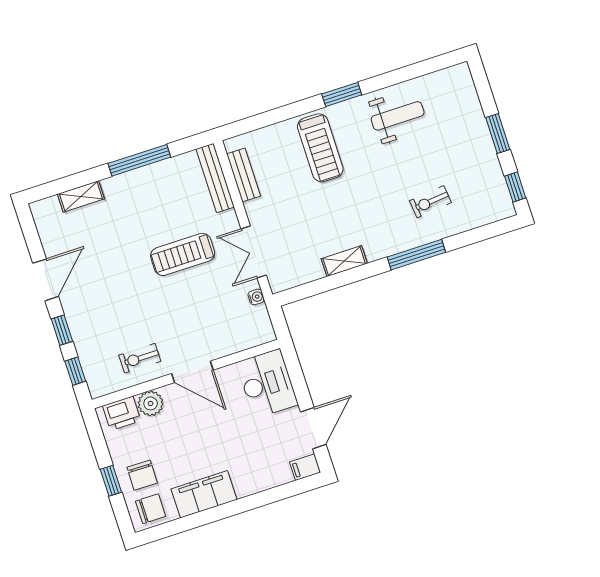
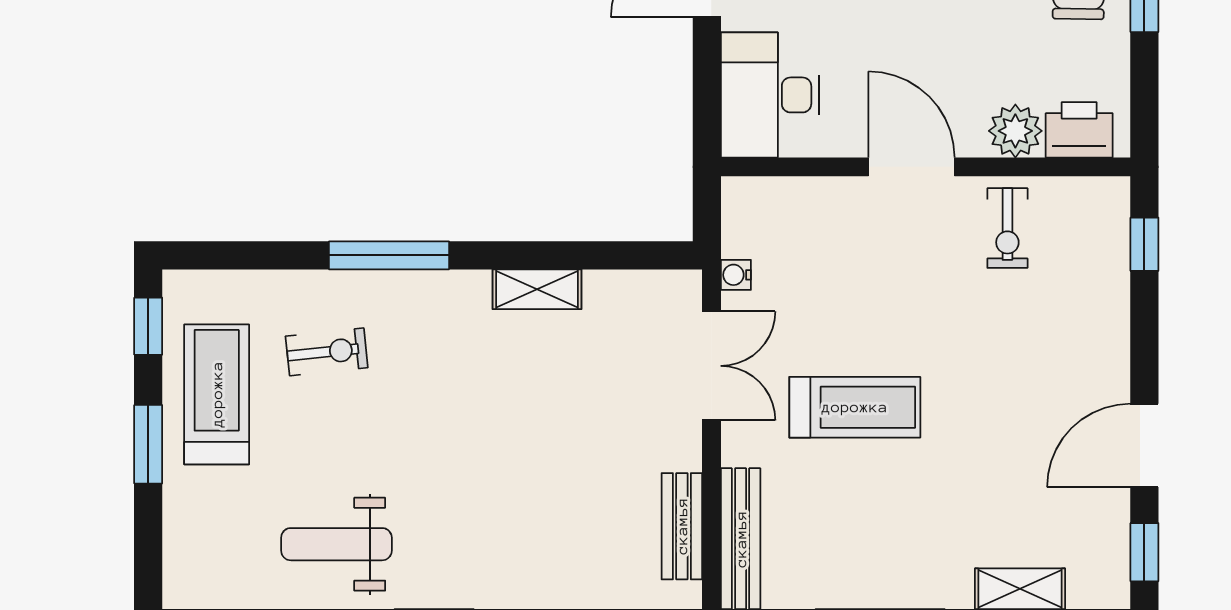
treadmill: (320, 148) -> (217, 394), moved
window: (62, 330) -> (1144, 552), moved
exercise bike: (140, 358) -> (1007, 228), turned 90

